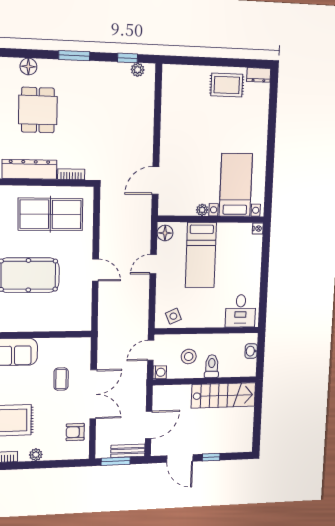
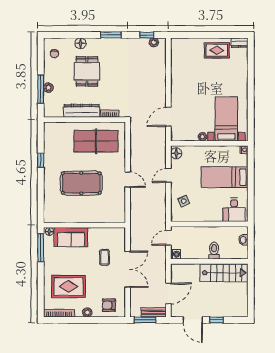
bed: (201, 255) -> (225, 177), moved, turned 90
side table: (173, 316) -> (184, 201), moved
stool: (189, 356) -> (197, 243), removed
armchair: (75, 432) -> (109, 305), moved

